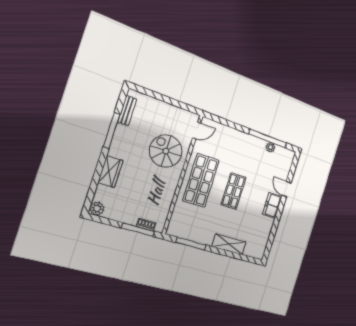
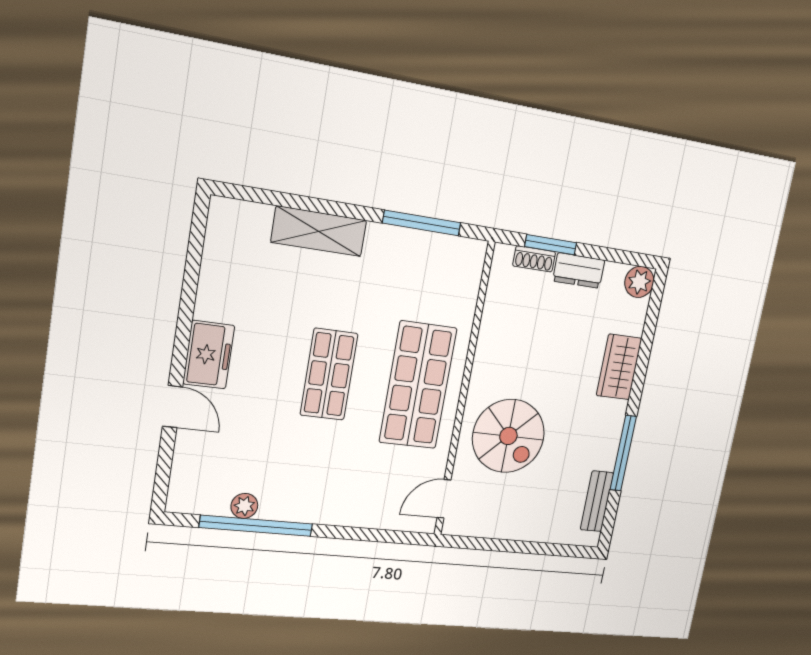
dresser: (126, 217) -> (579, 271), added
window: (138, 230) -> (551, 245), width x0.69

